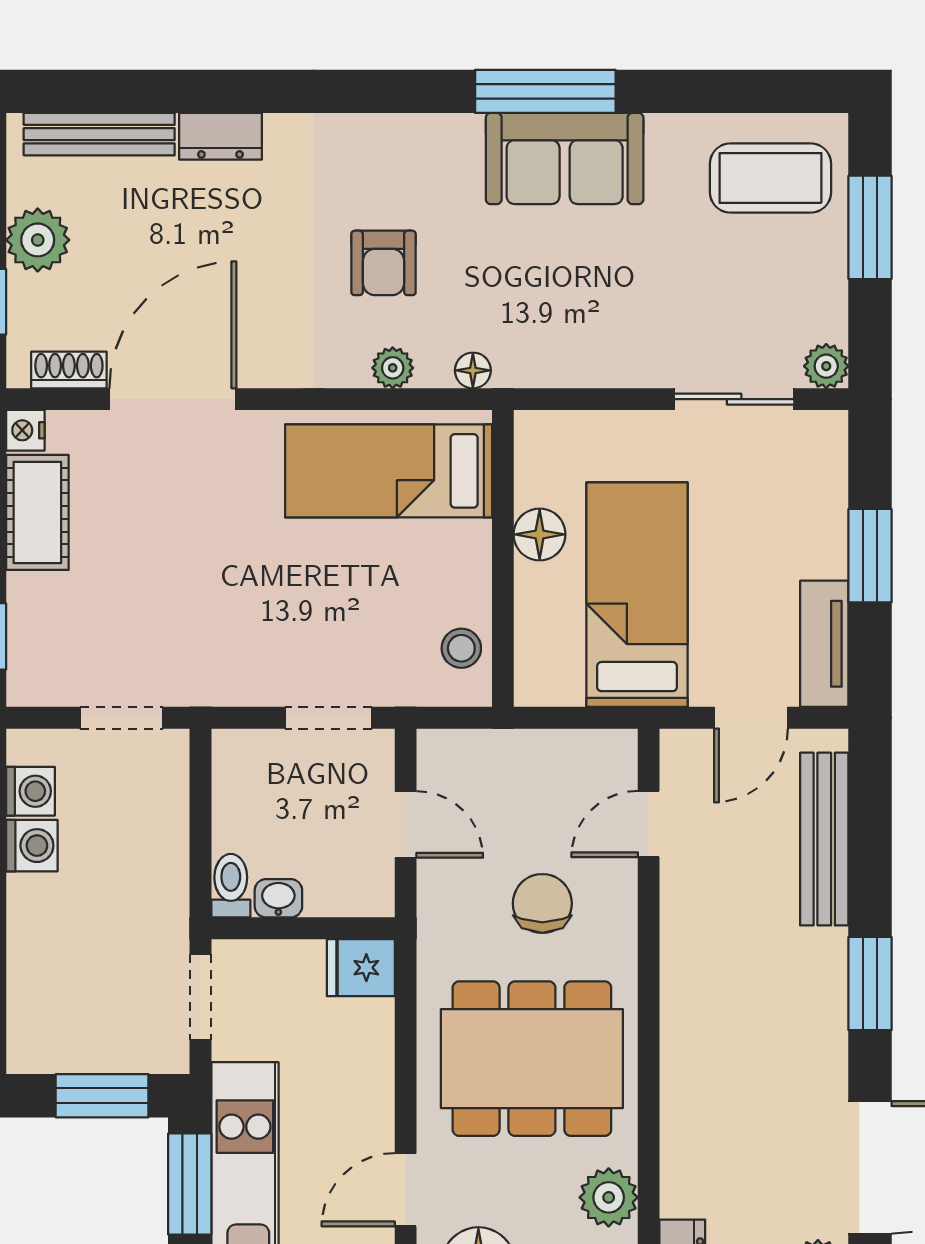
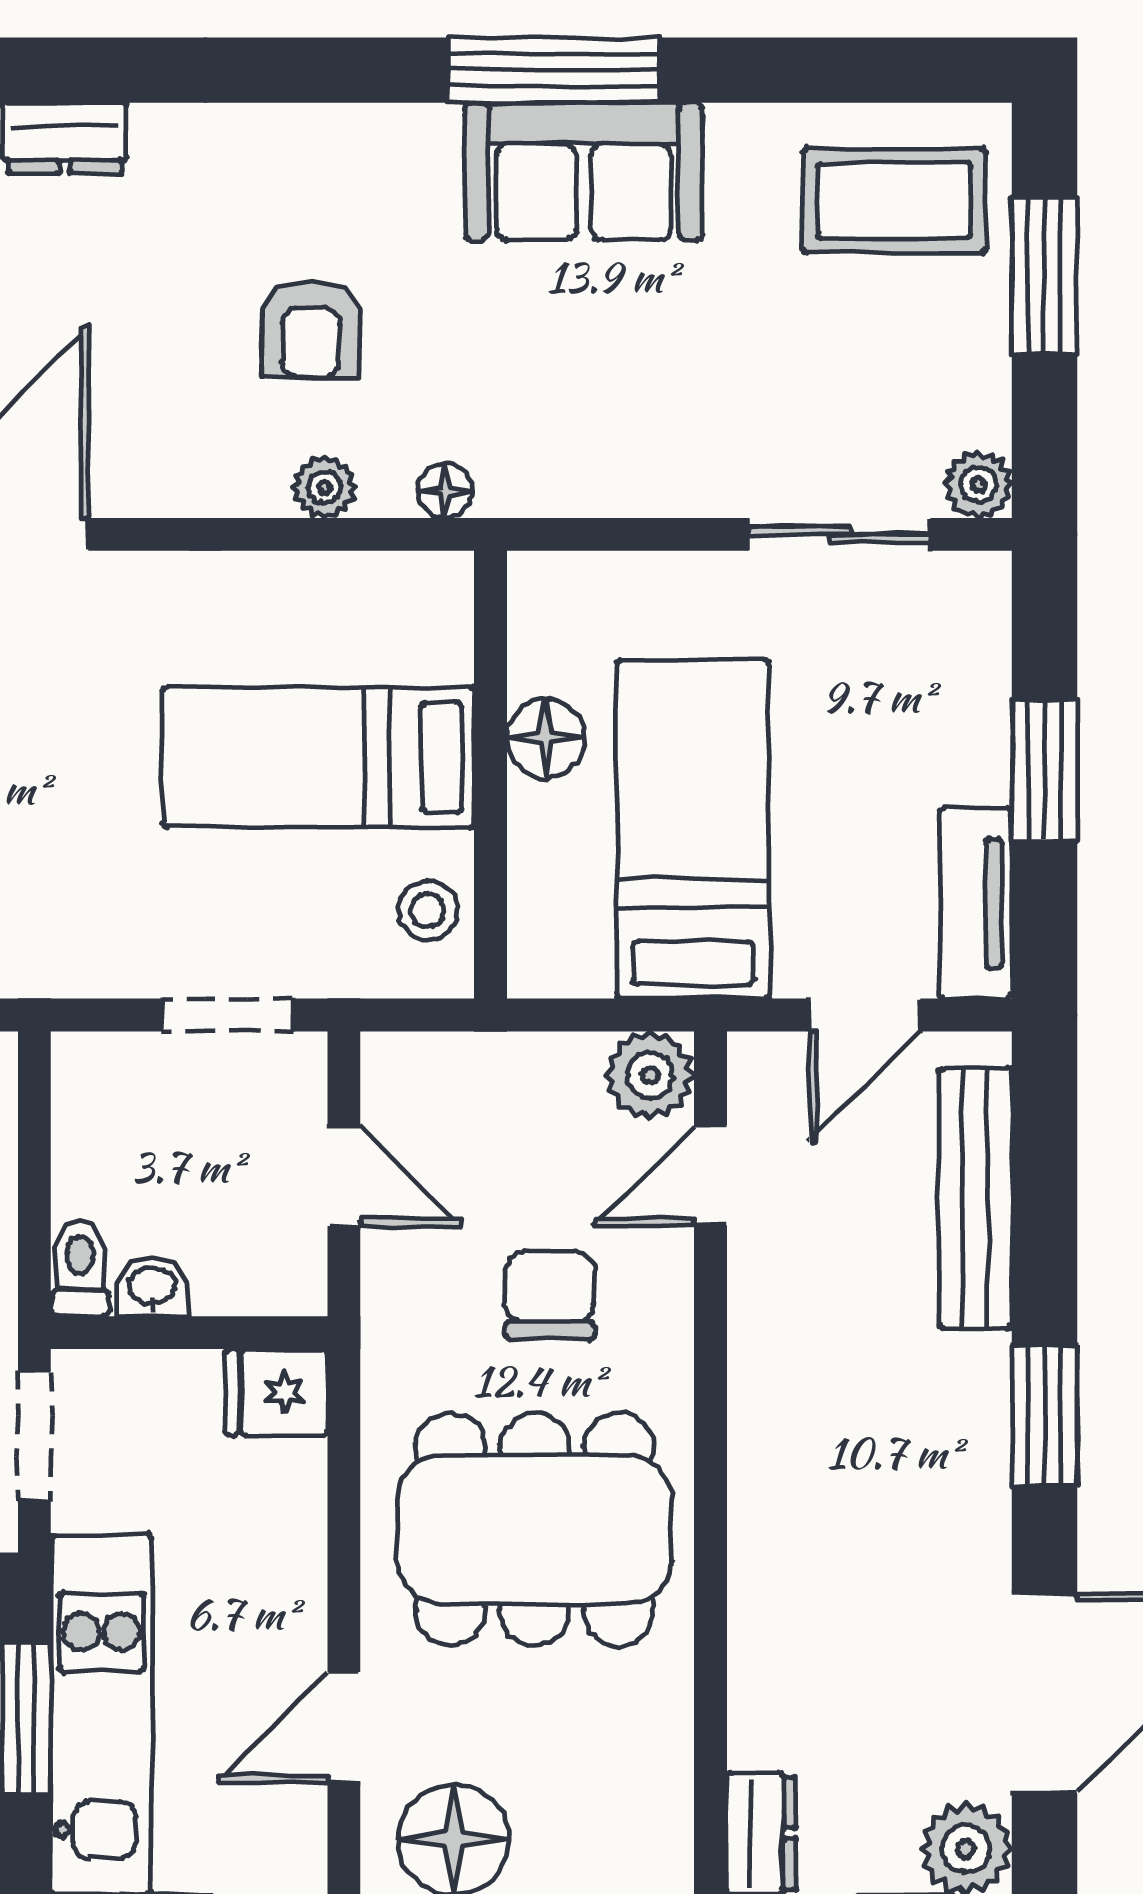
bed: (389, 471) -> (318, 757), moved
plant: (609, 1197) -> (650, 1075), moved

